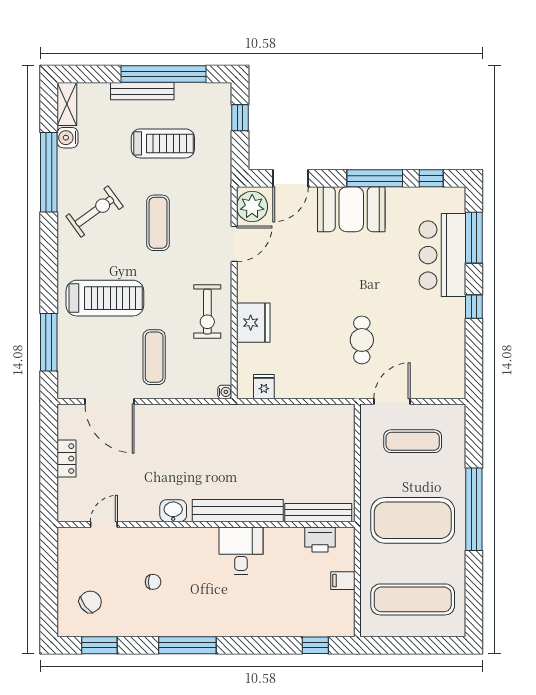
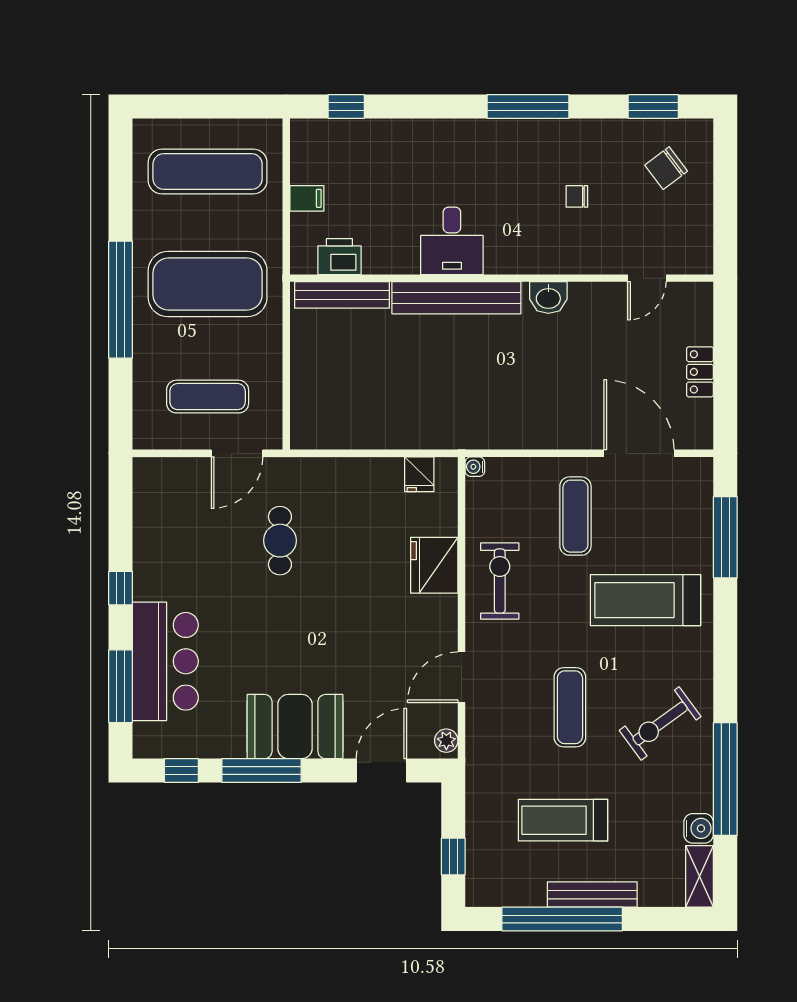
plant: (252, 207) -> (446, 741), width x0.53, depth x0.53

